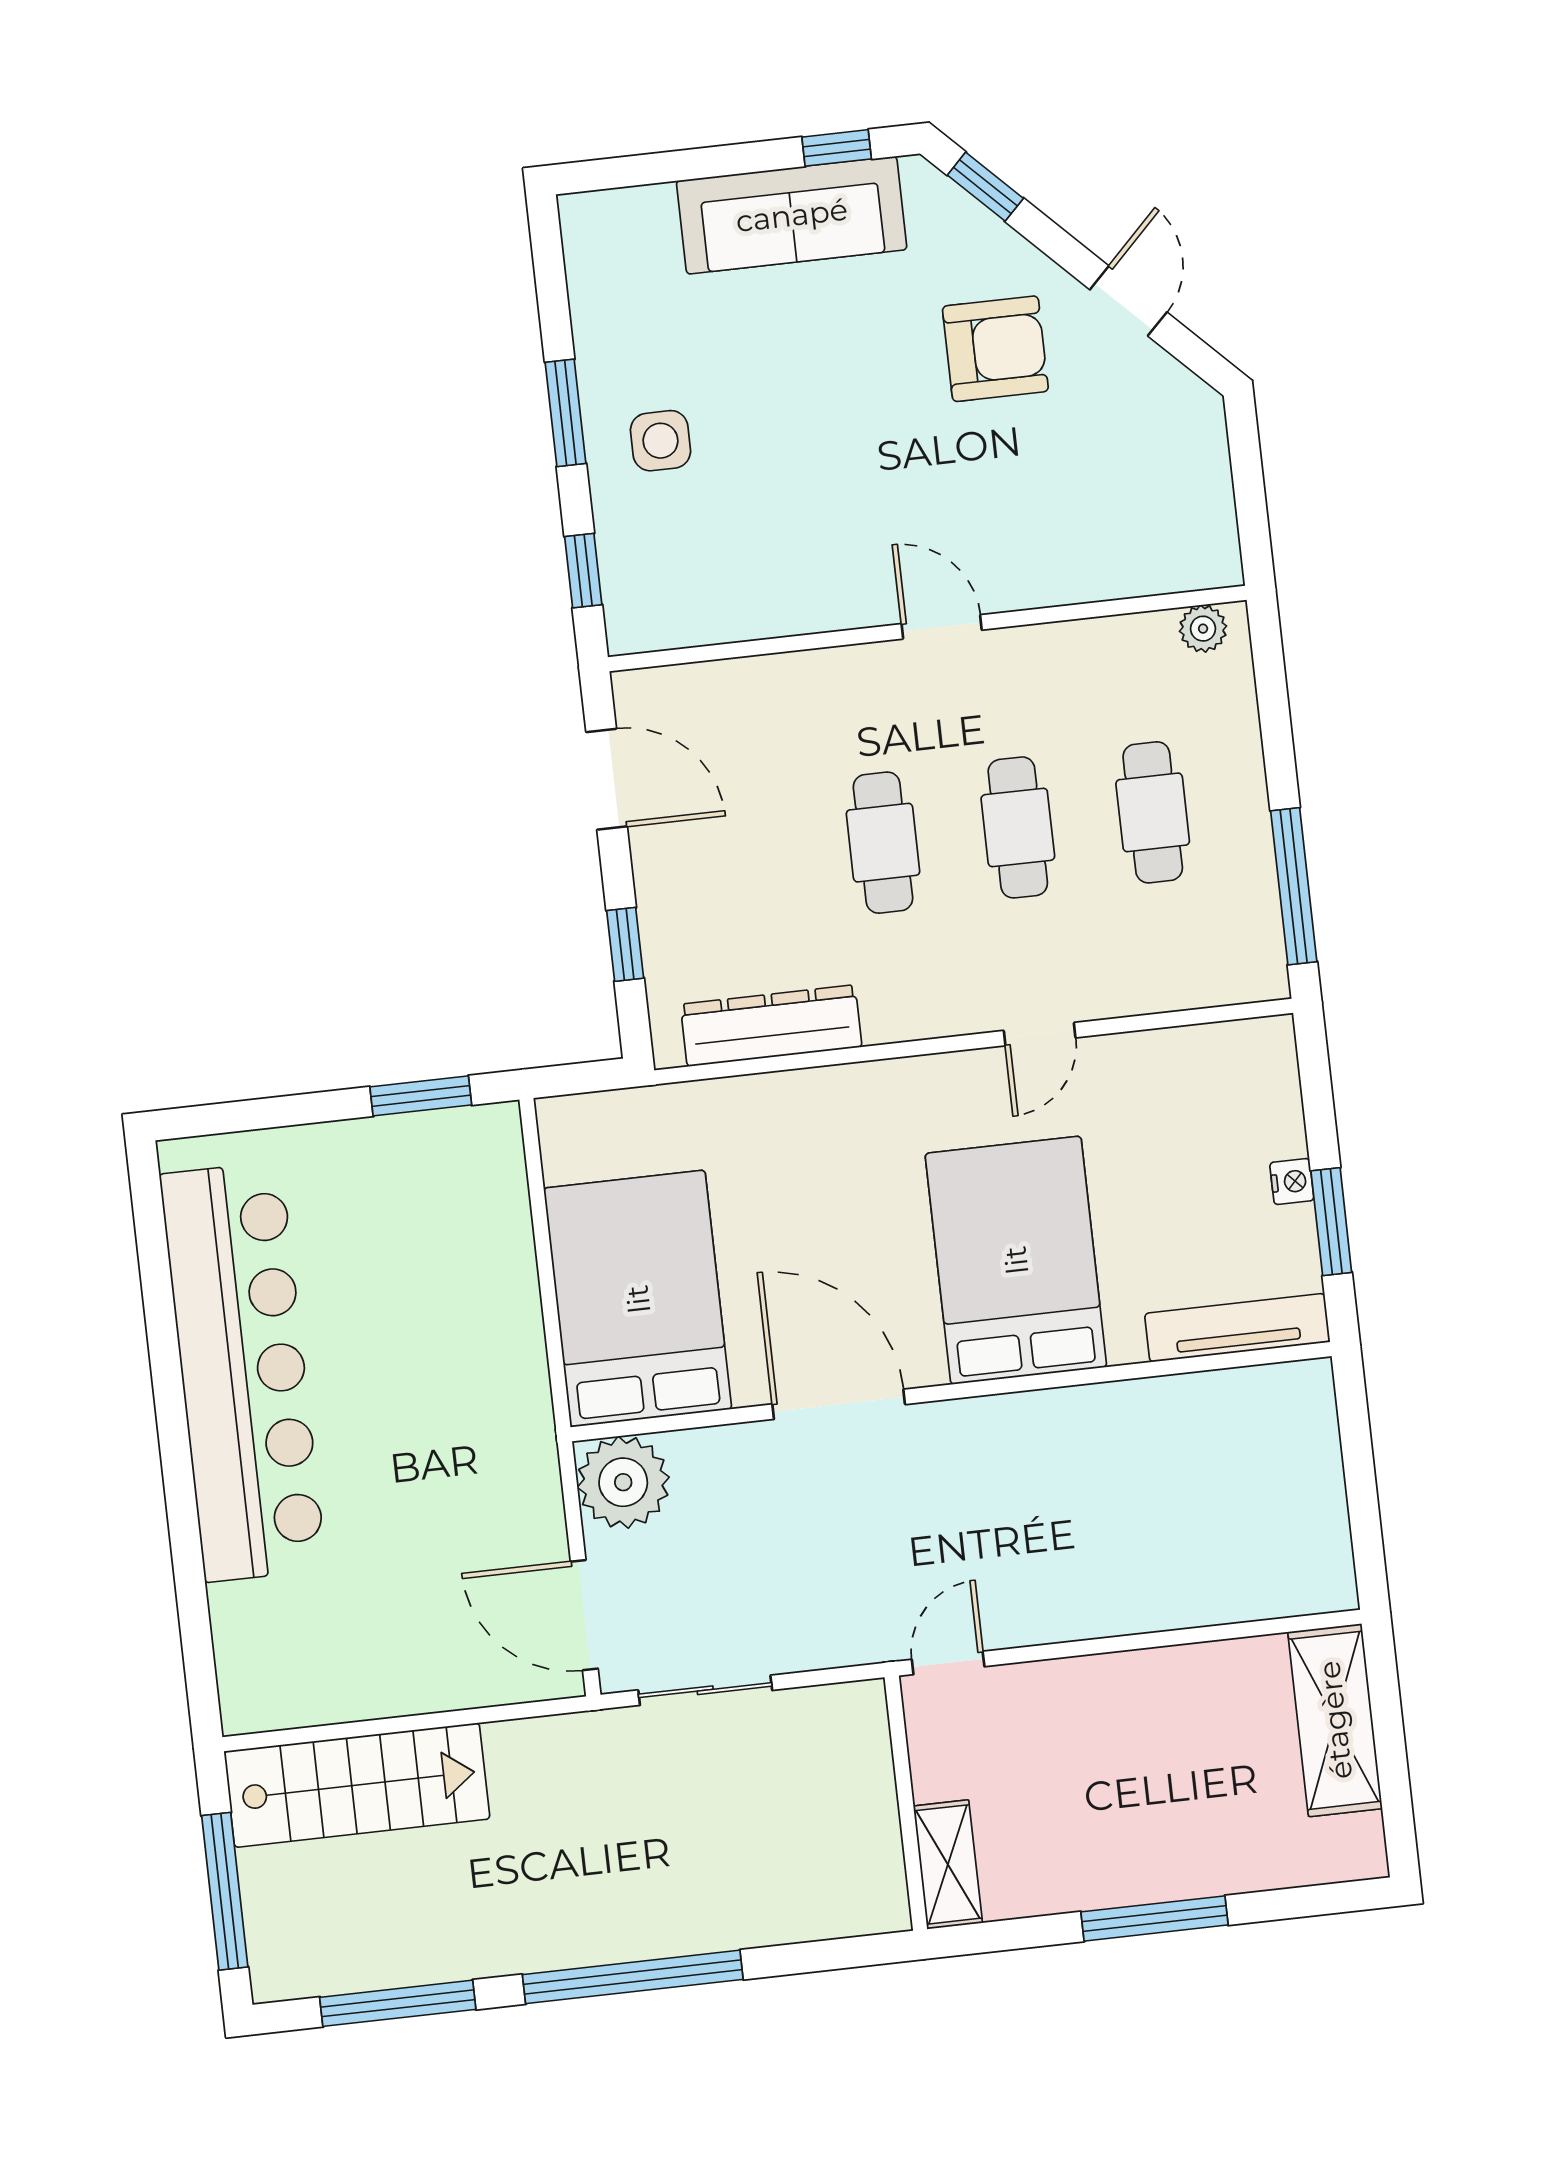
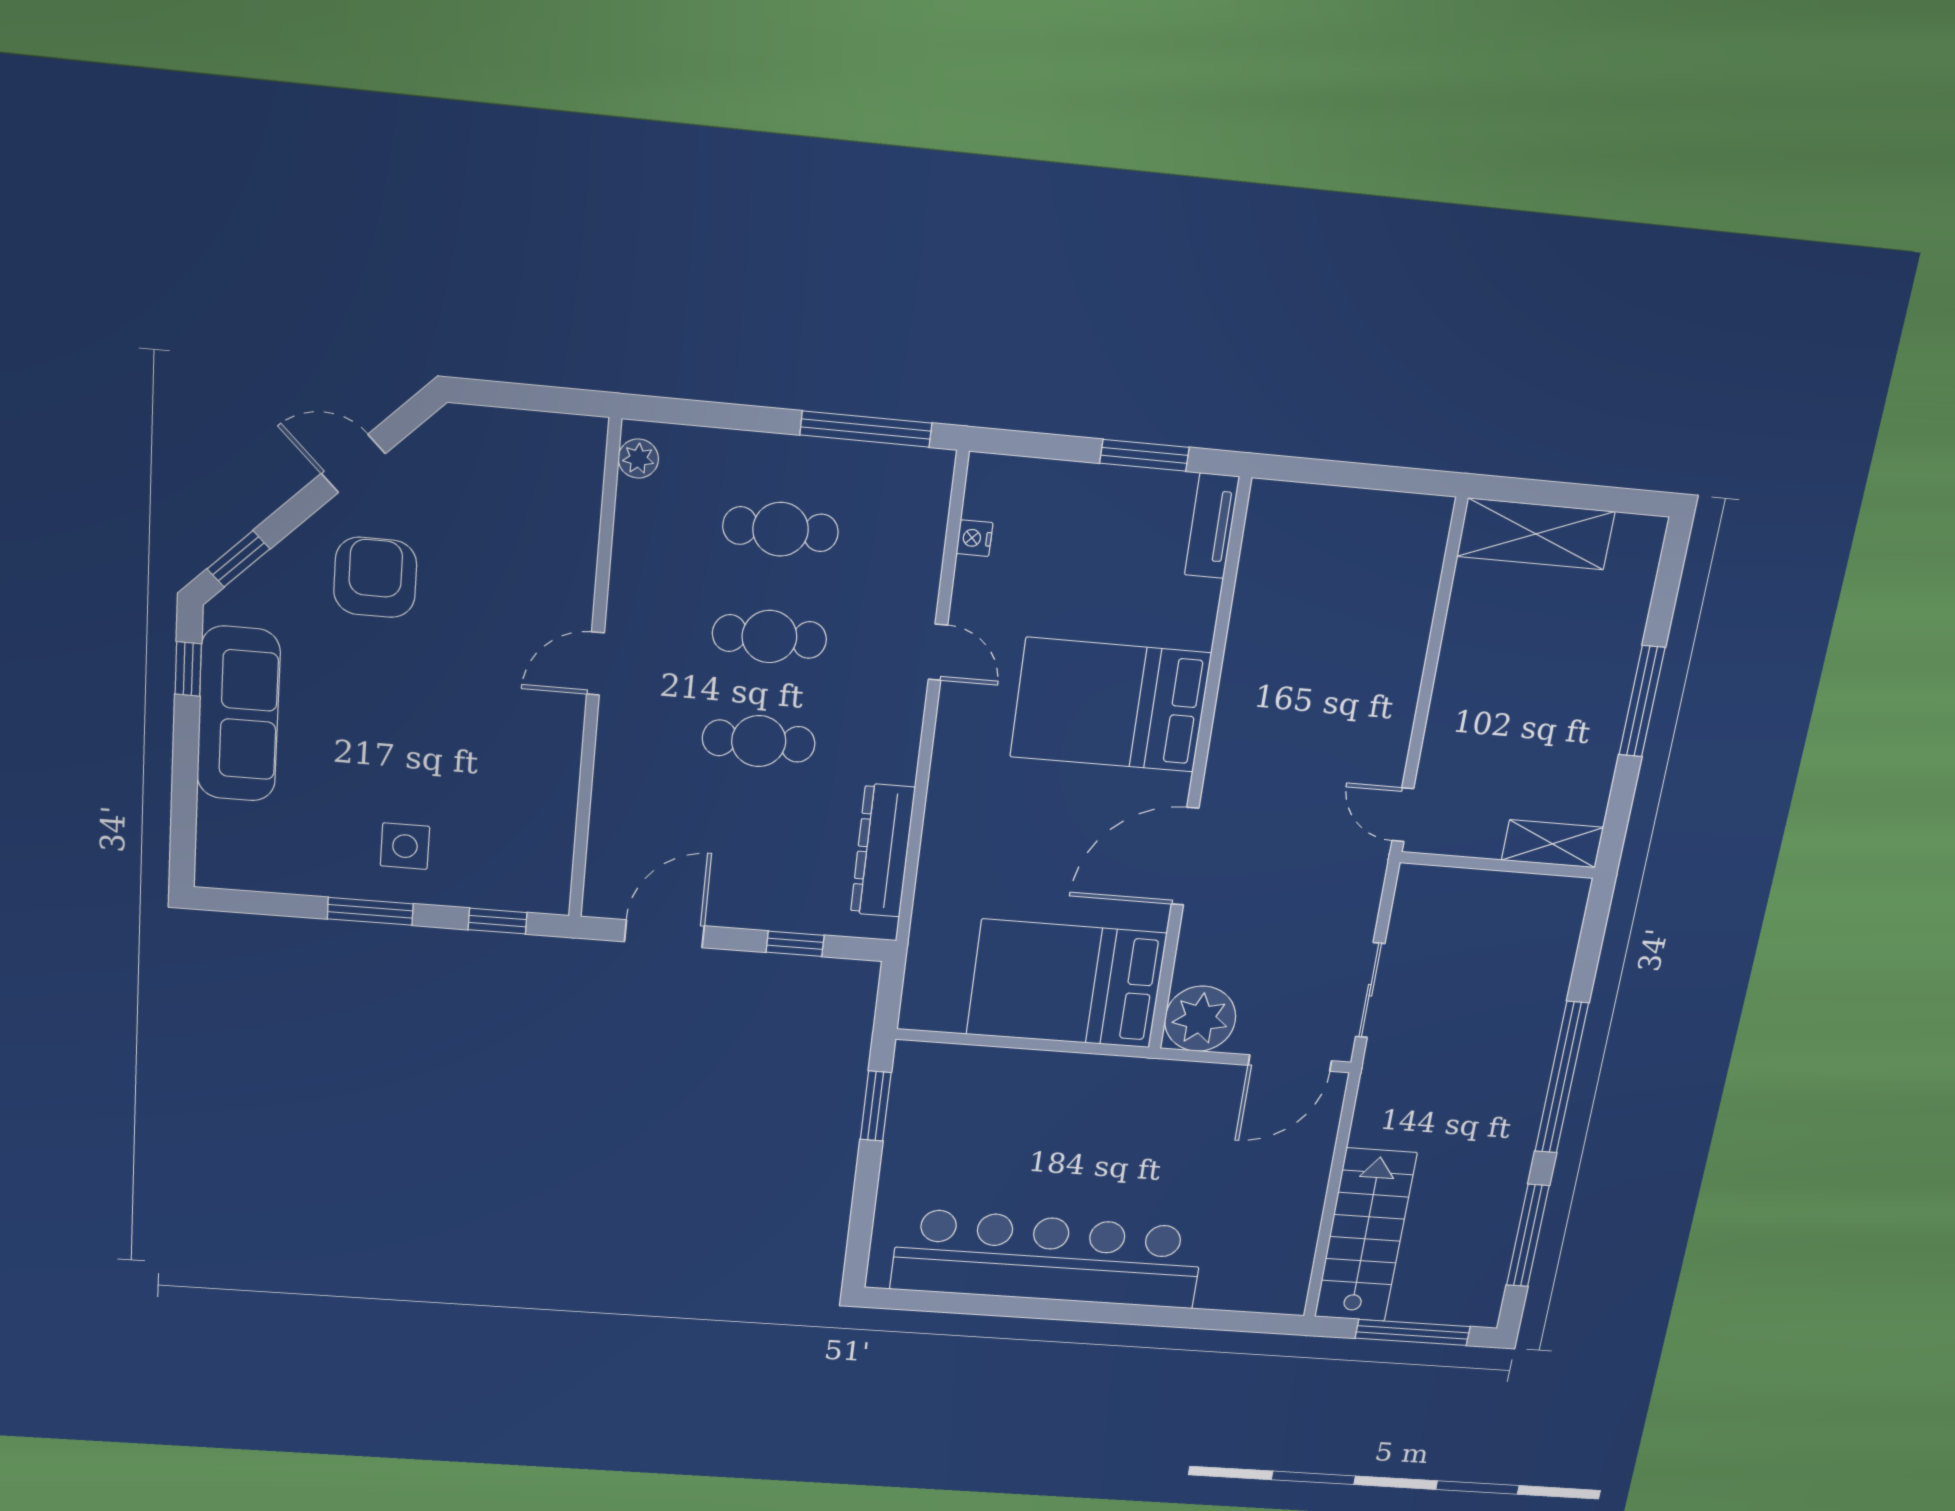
nightstand: (1292, 1182) -> (974, 538), moved, turned -90
tv unit: (1237, 1328) -> (1212, 526), width x0.71

